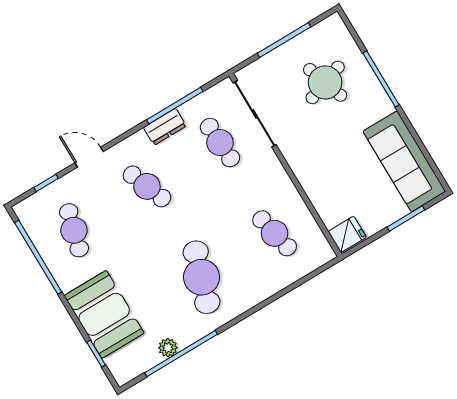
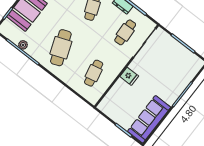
round table: (325, 82) -> (171, 69), removed
fridge: (347, 234) -> (129, 76), moved
cafe table: (202, 277) -> (61, 48), turned -39

